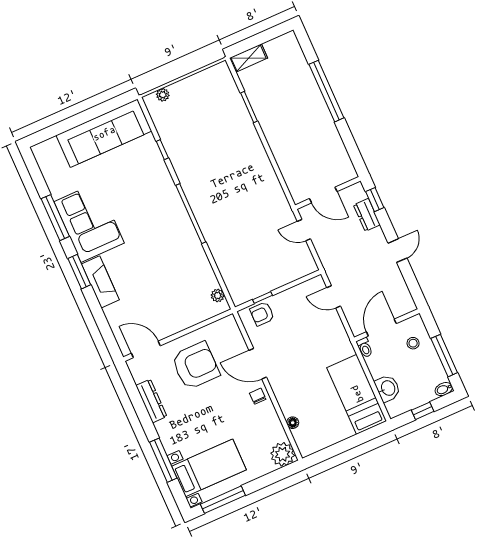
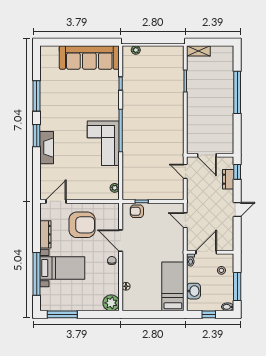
corner sofa: (89, 222) -> (103, 143), moved, turned 180
door: (146, 349) -> (56, 201), hinge flipped
window: (163, 460) -> (37, 274), width x1.46
bed with nightstands: (209, 468) -> (62, 268), moved

